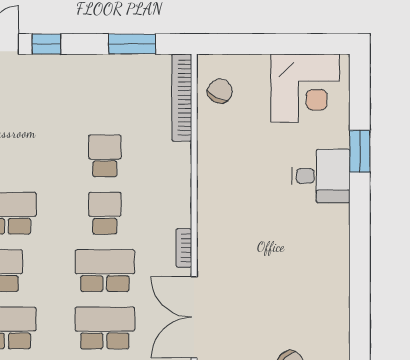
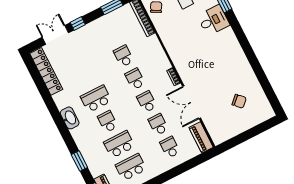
school desk: (105, 271) -> (147, 102), width x0.54
school desk: (105, 328) -> (158, 124), width x0.54

